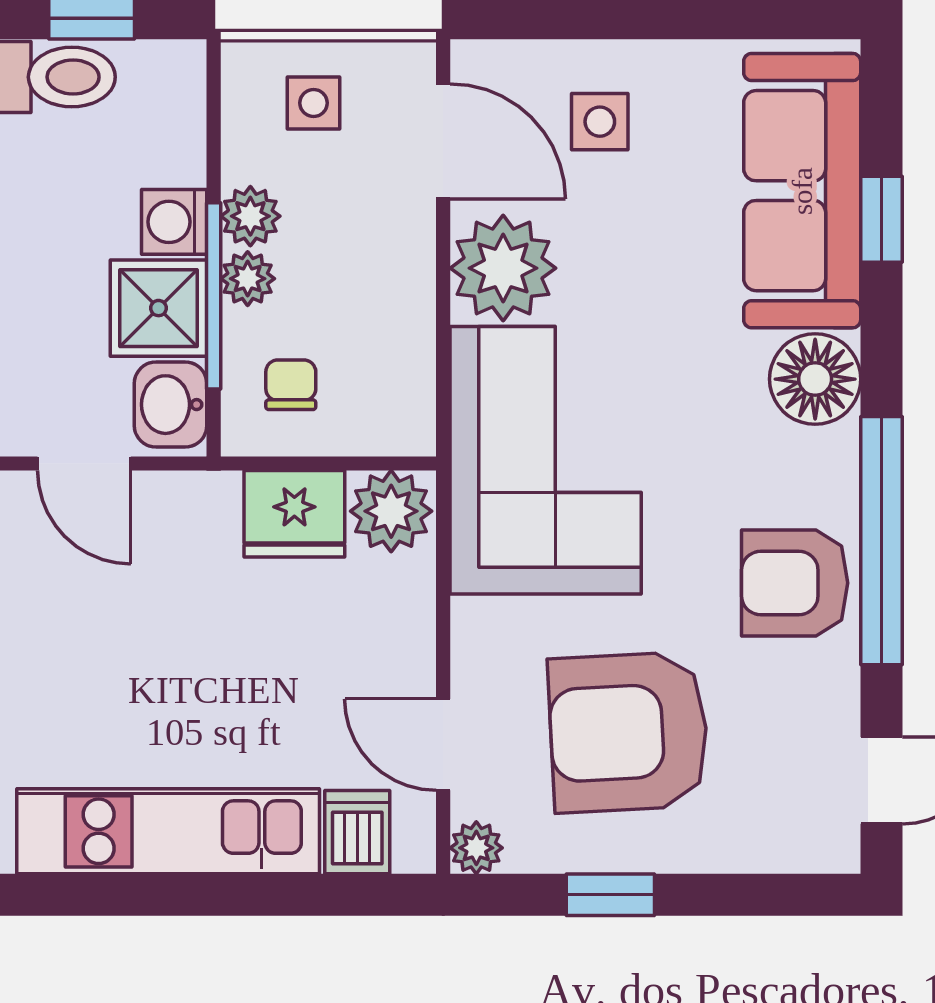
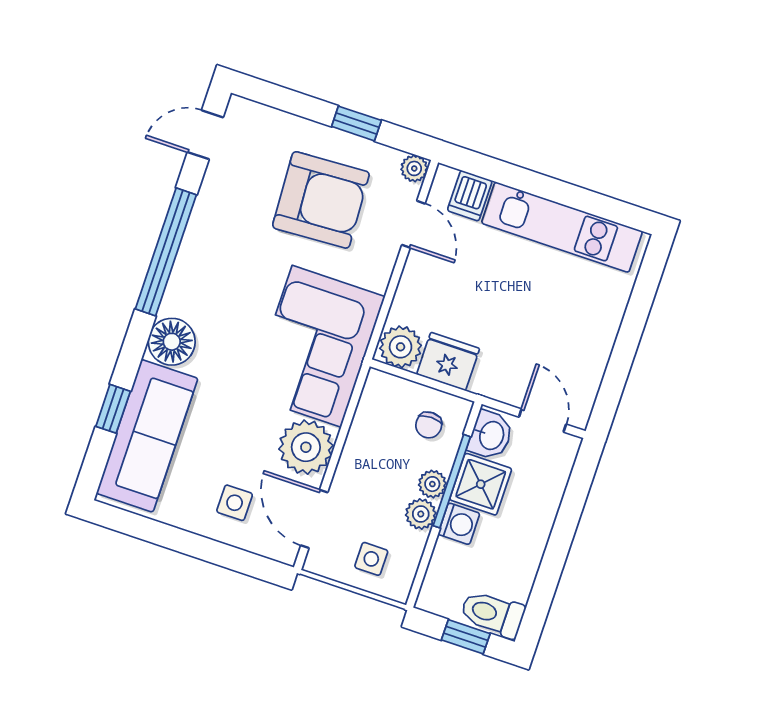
armchair: (795, 583) -> (215, 245), removed

